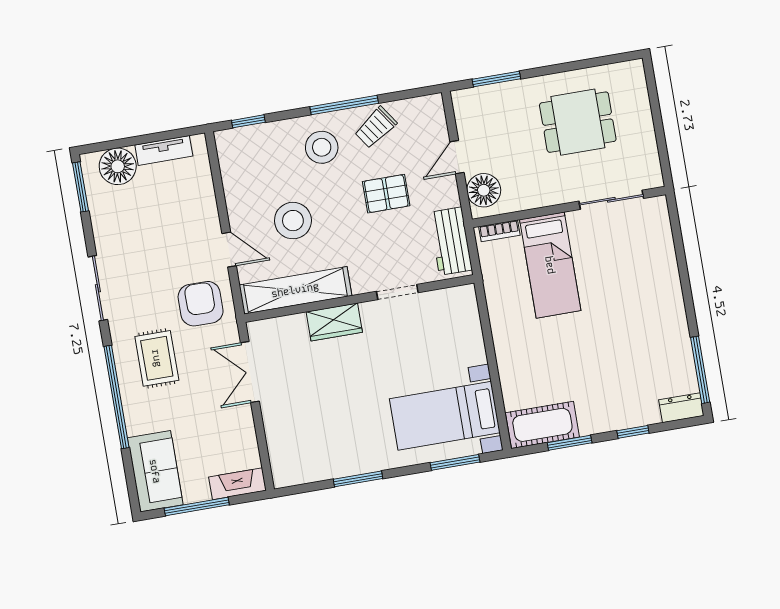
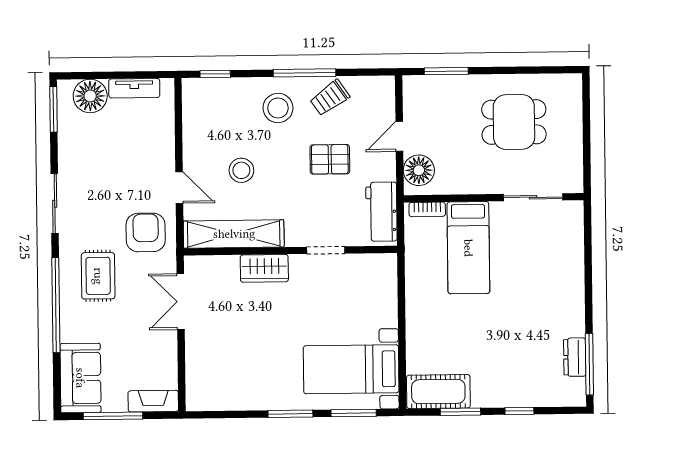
stool: (293, 221) -> (241, 170), width x0.73, depth x0.73
dresser: (681, 408) -> (575, 357), moved, turned -90
window: (358, 479) -> (290, 414), moved

